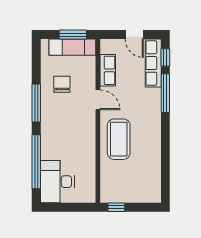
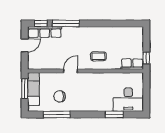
row of seats: (108, 70) -> (132, 64), moved
window: (36, 103) -> (57, 114), moved
coffee table: (119, 139) -> (98, 56), width x0.54, depth x0.58
window: (36, 162) -> (114, 114), width x0.47

